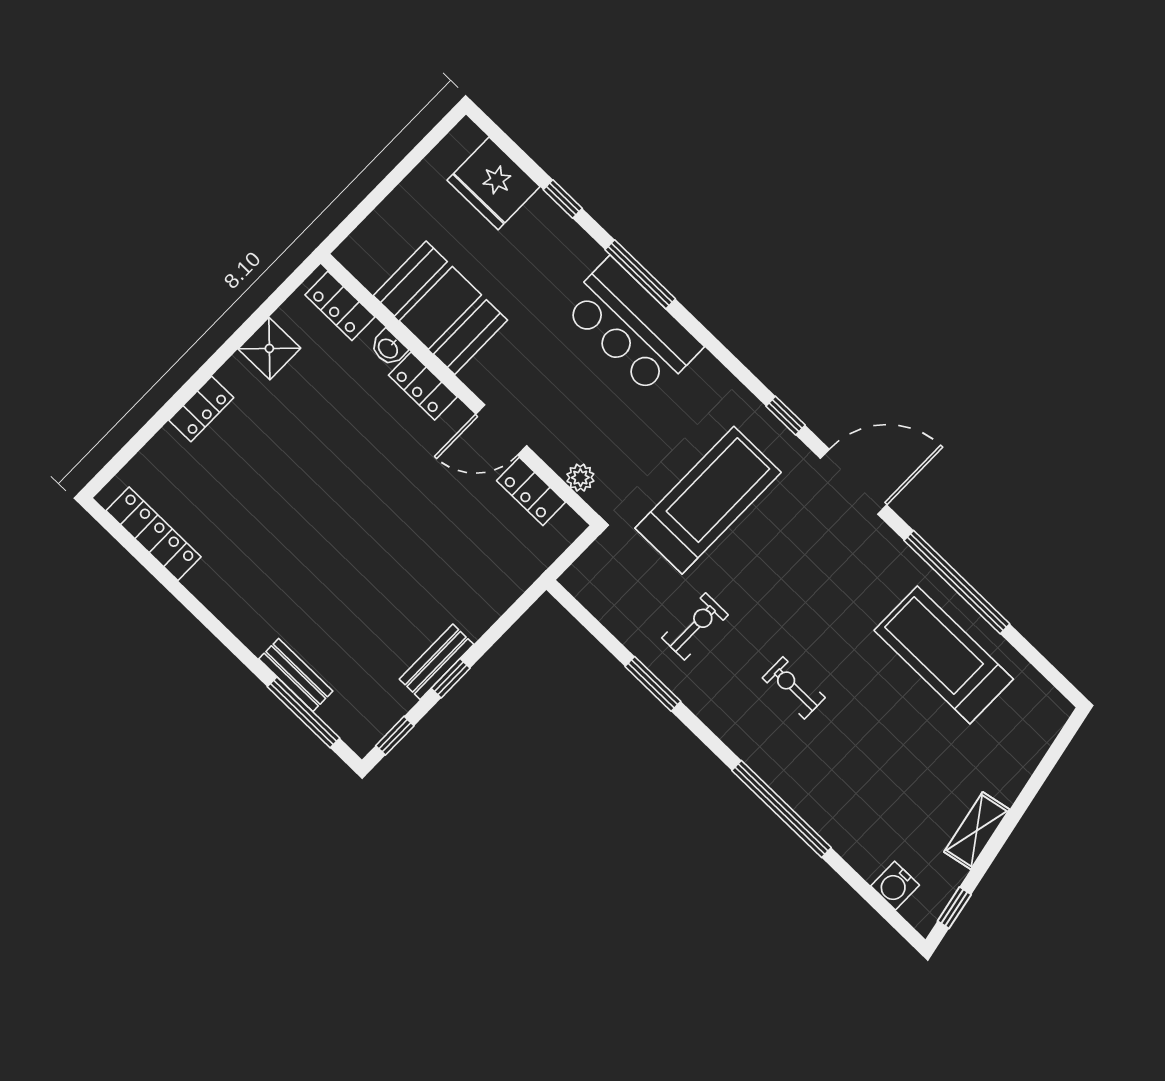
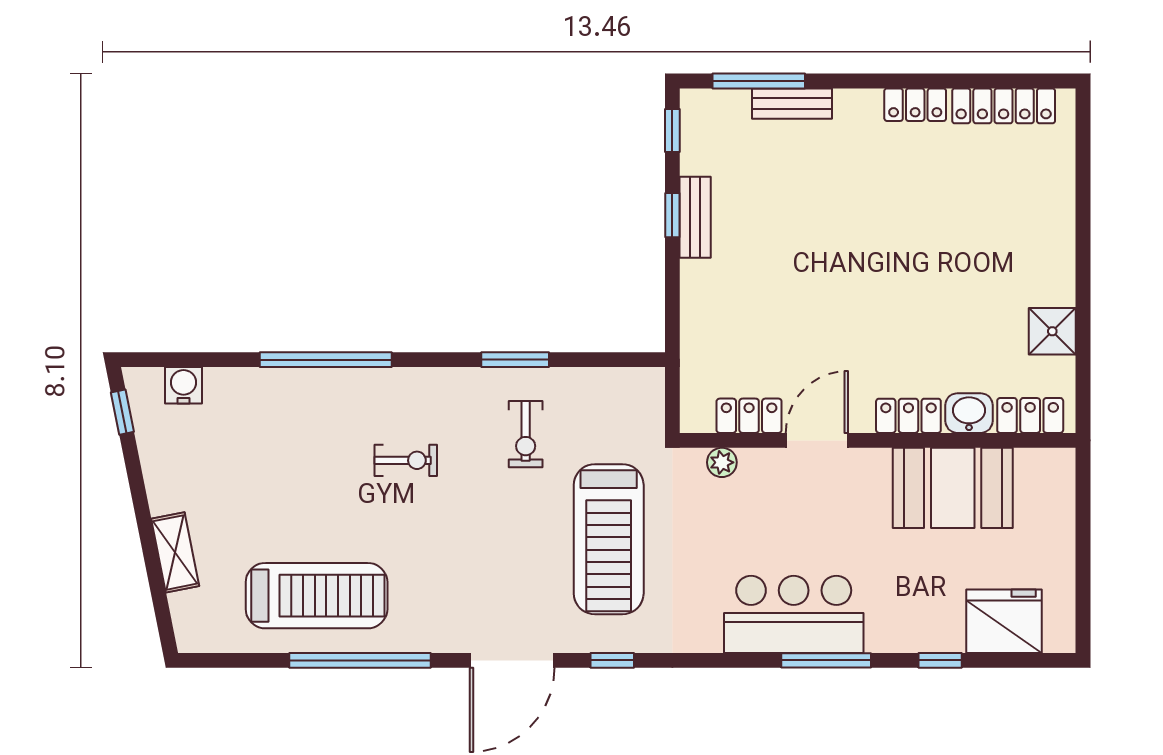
washbasin: (388, 348) -> (969, 413), width x1.38, depth x1.45
locker: (201, 409) -> (915, 105), moved, turned -90
shelving: (977, 831) -> (175, 552), moved

